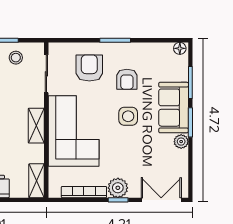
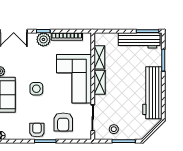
armchair: (127, 79) -> (37, 130), moved
shelving: (37, 181) -> (99, 57), moved

